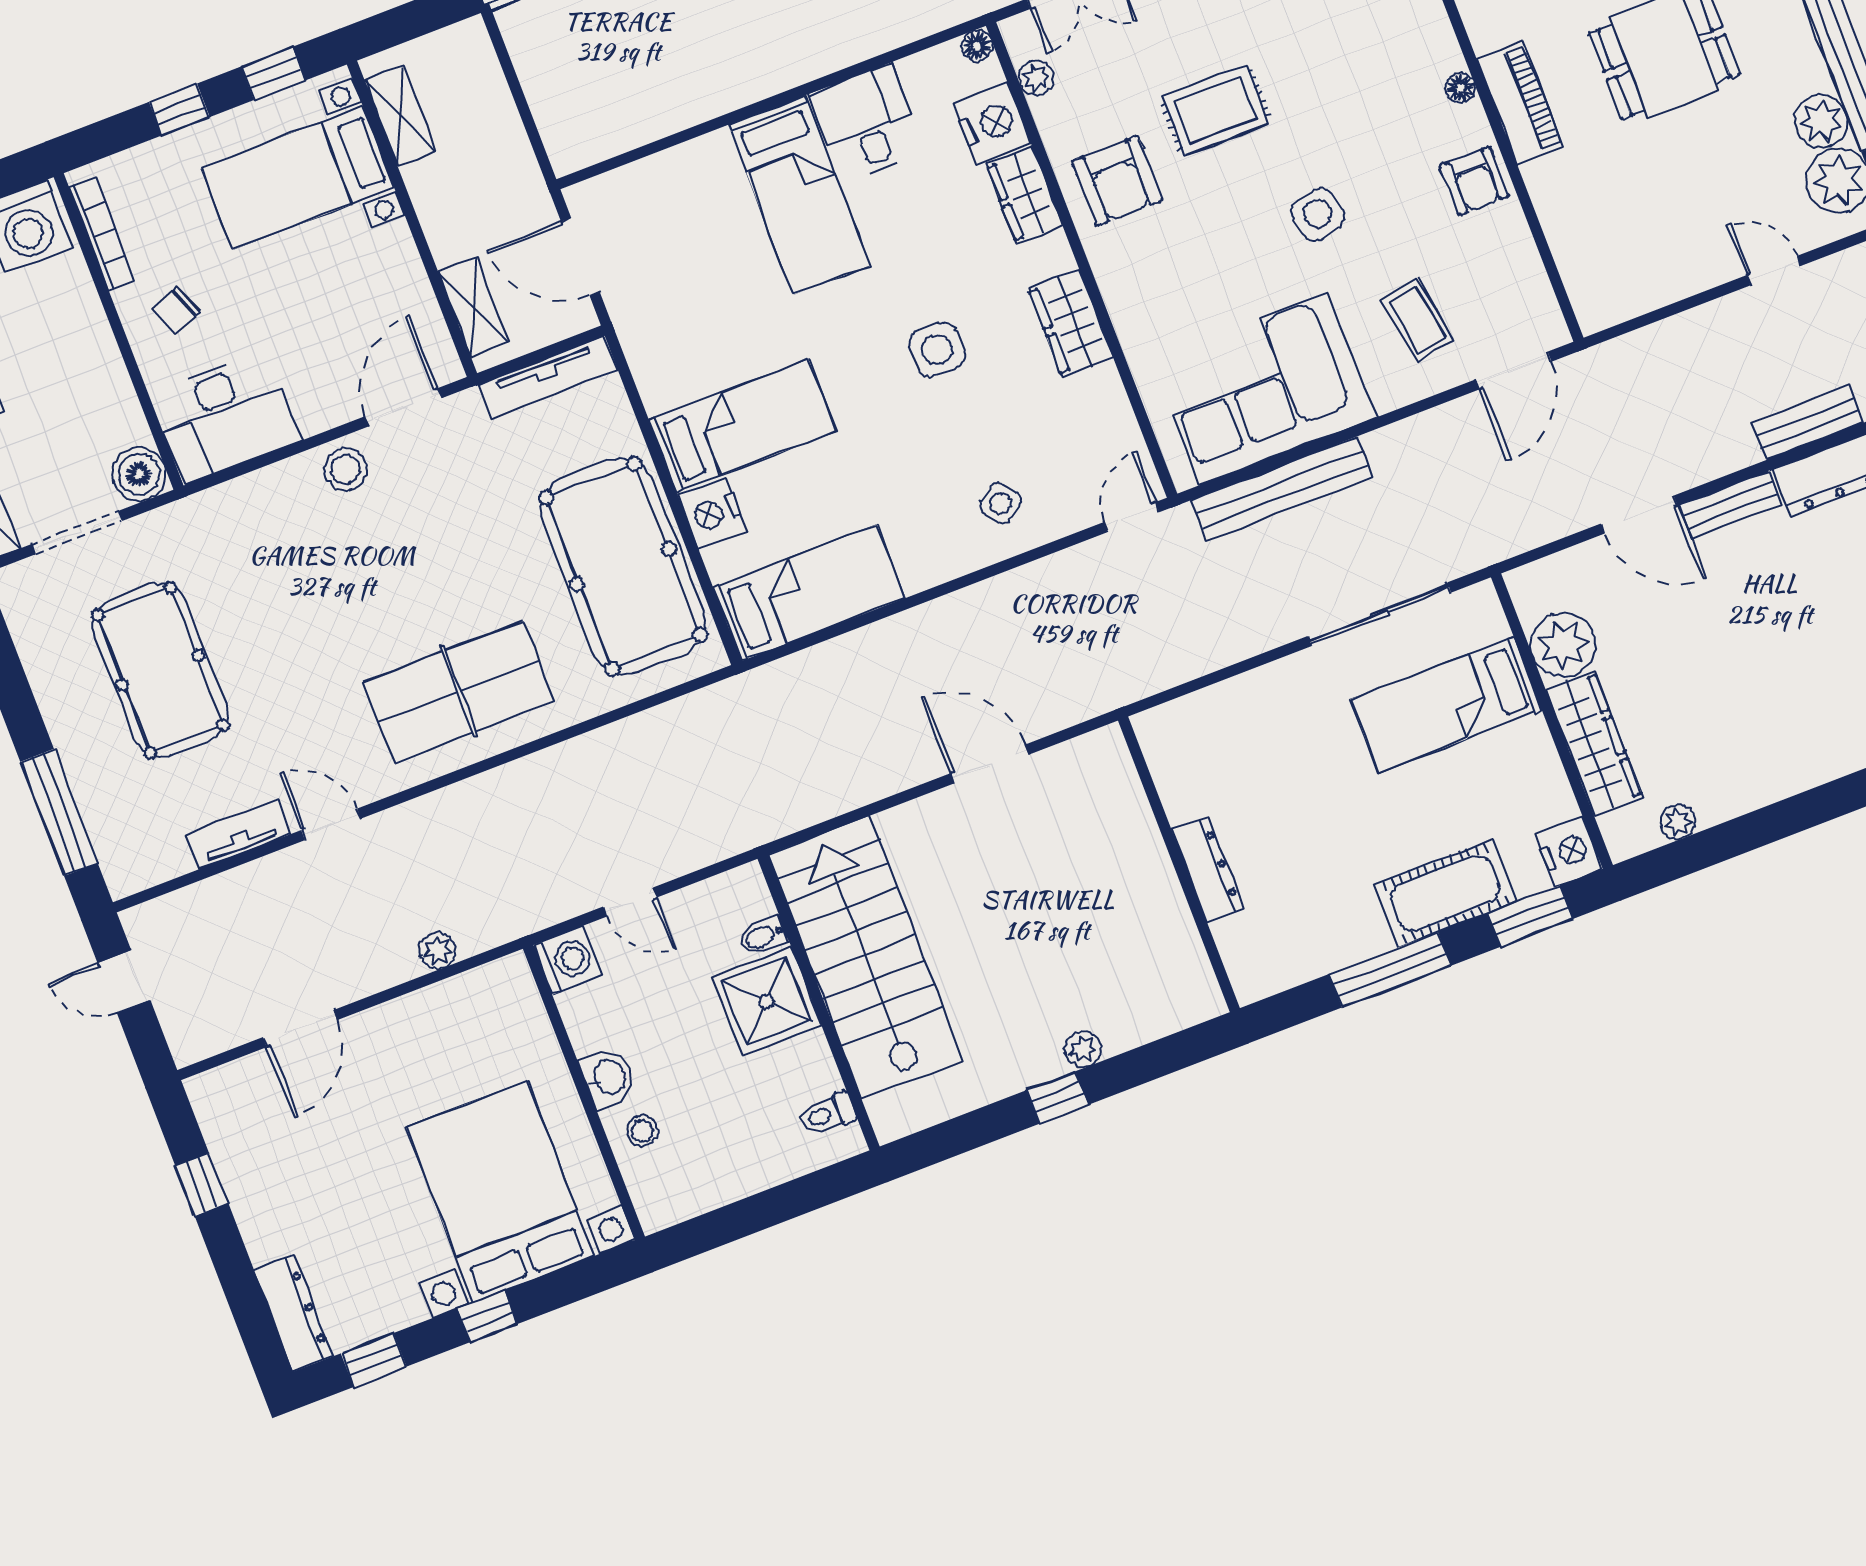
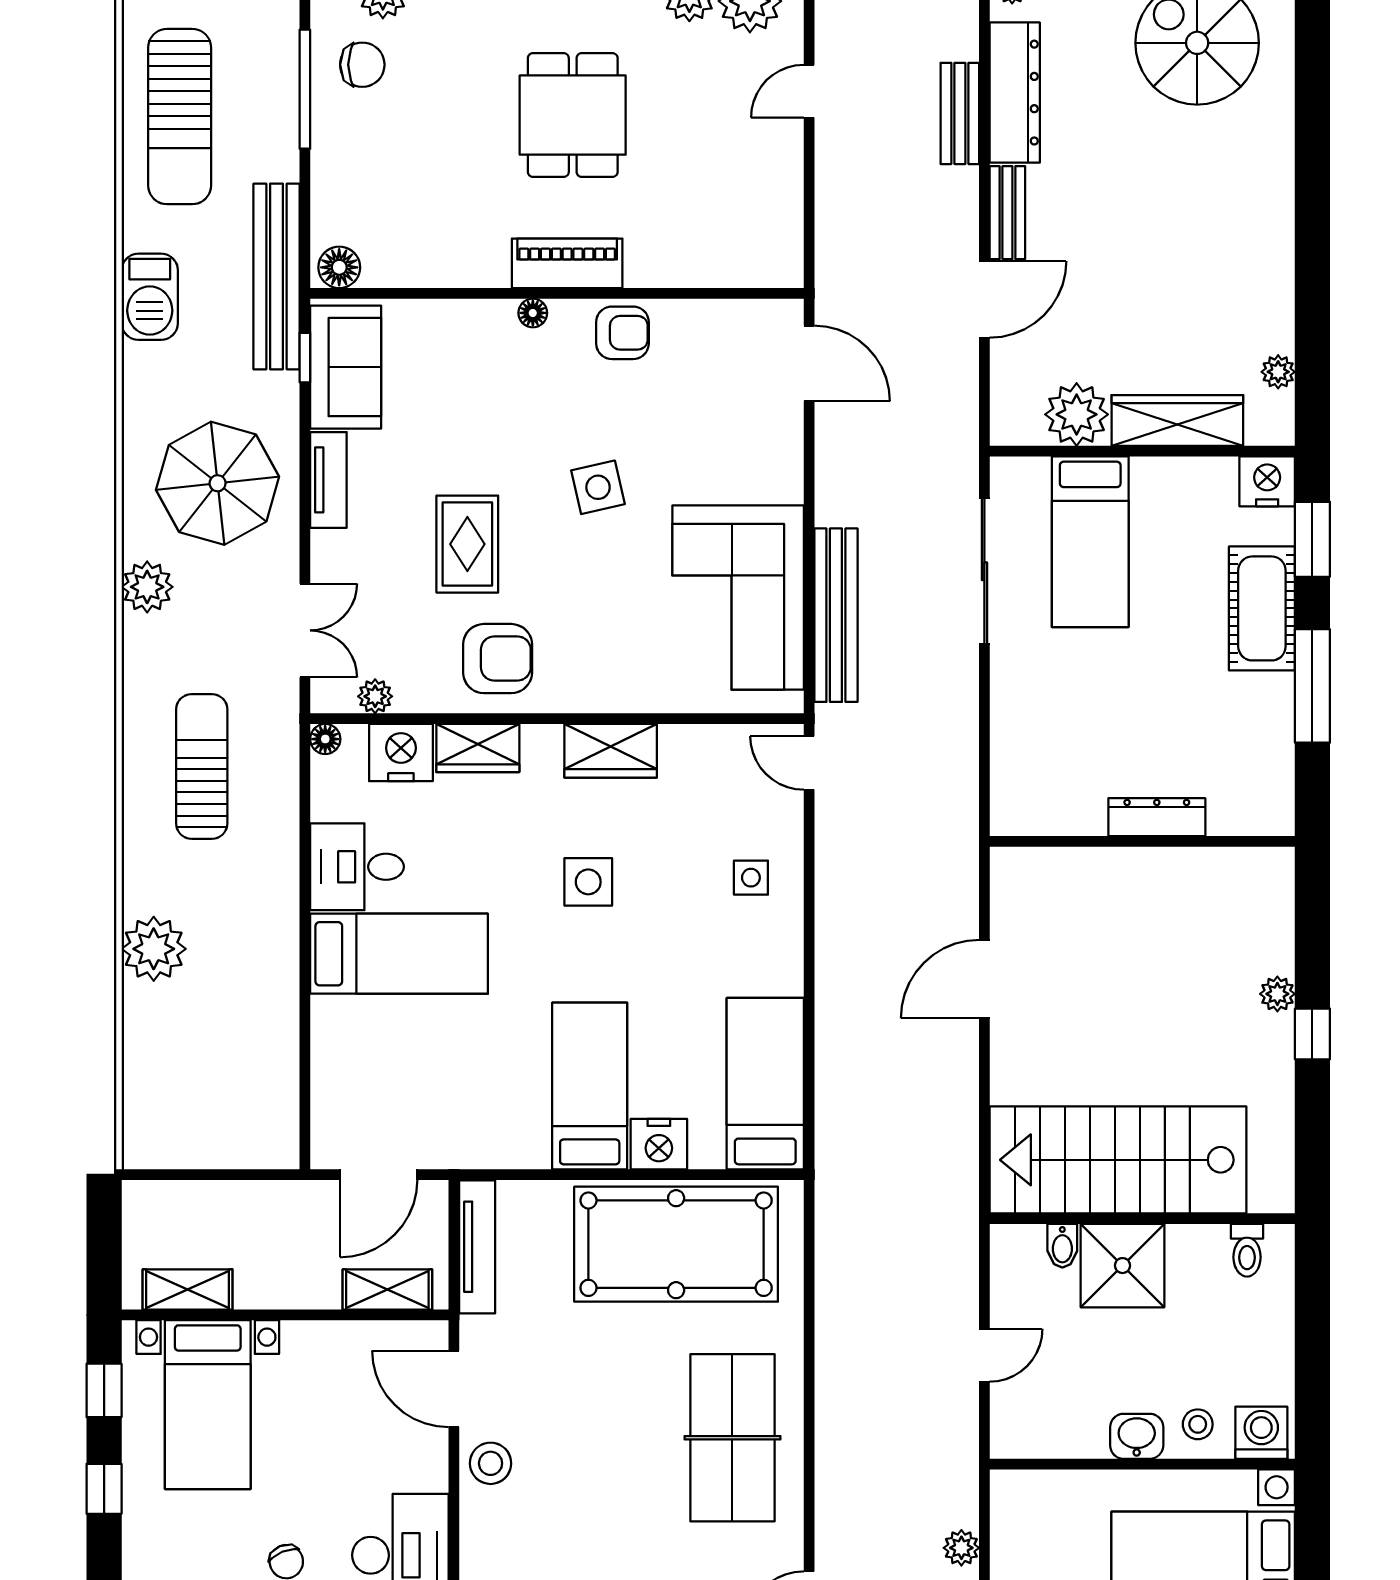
coffee table: (1417, 320) -> (729, 434), removed
side table: (1001, 504) -> (751, 878), turned 37
washing machine: (567, 960) -> (1261, 1433), moved

